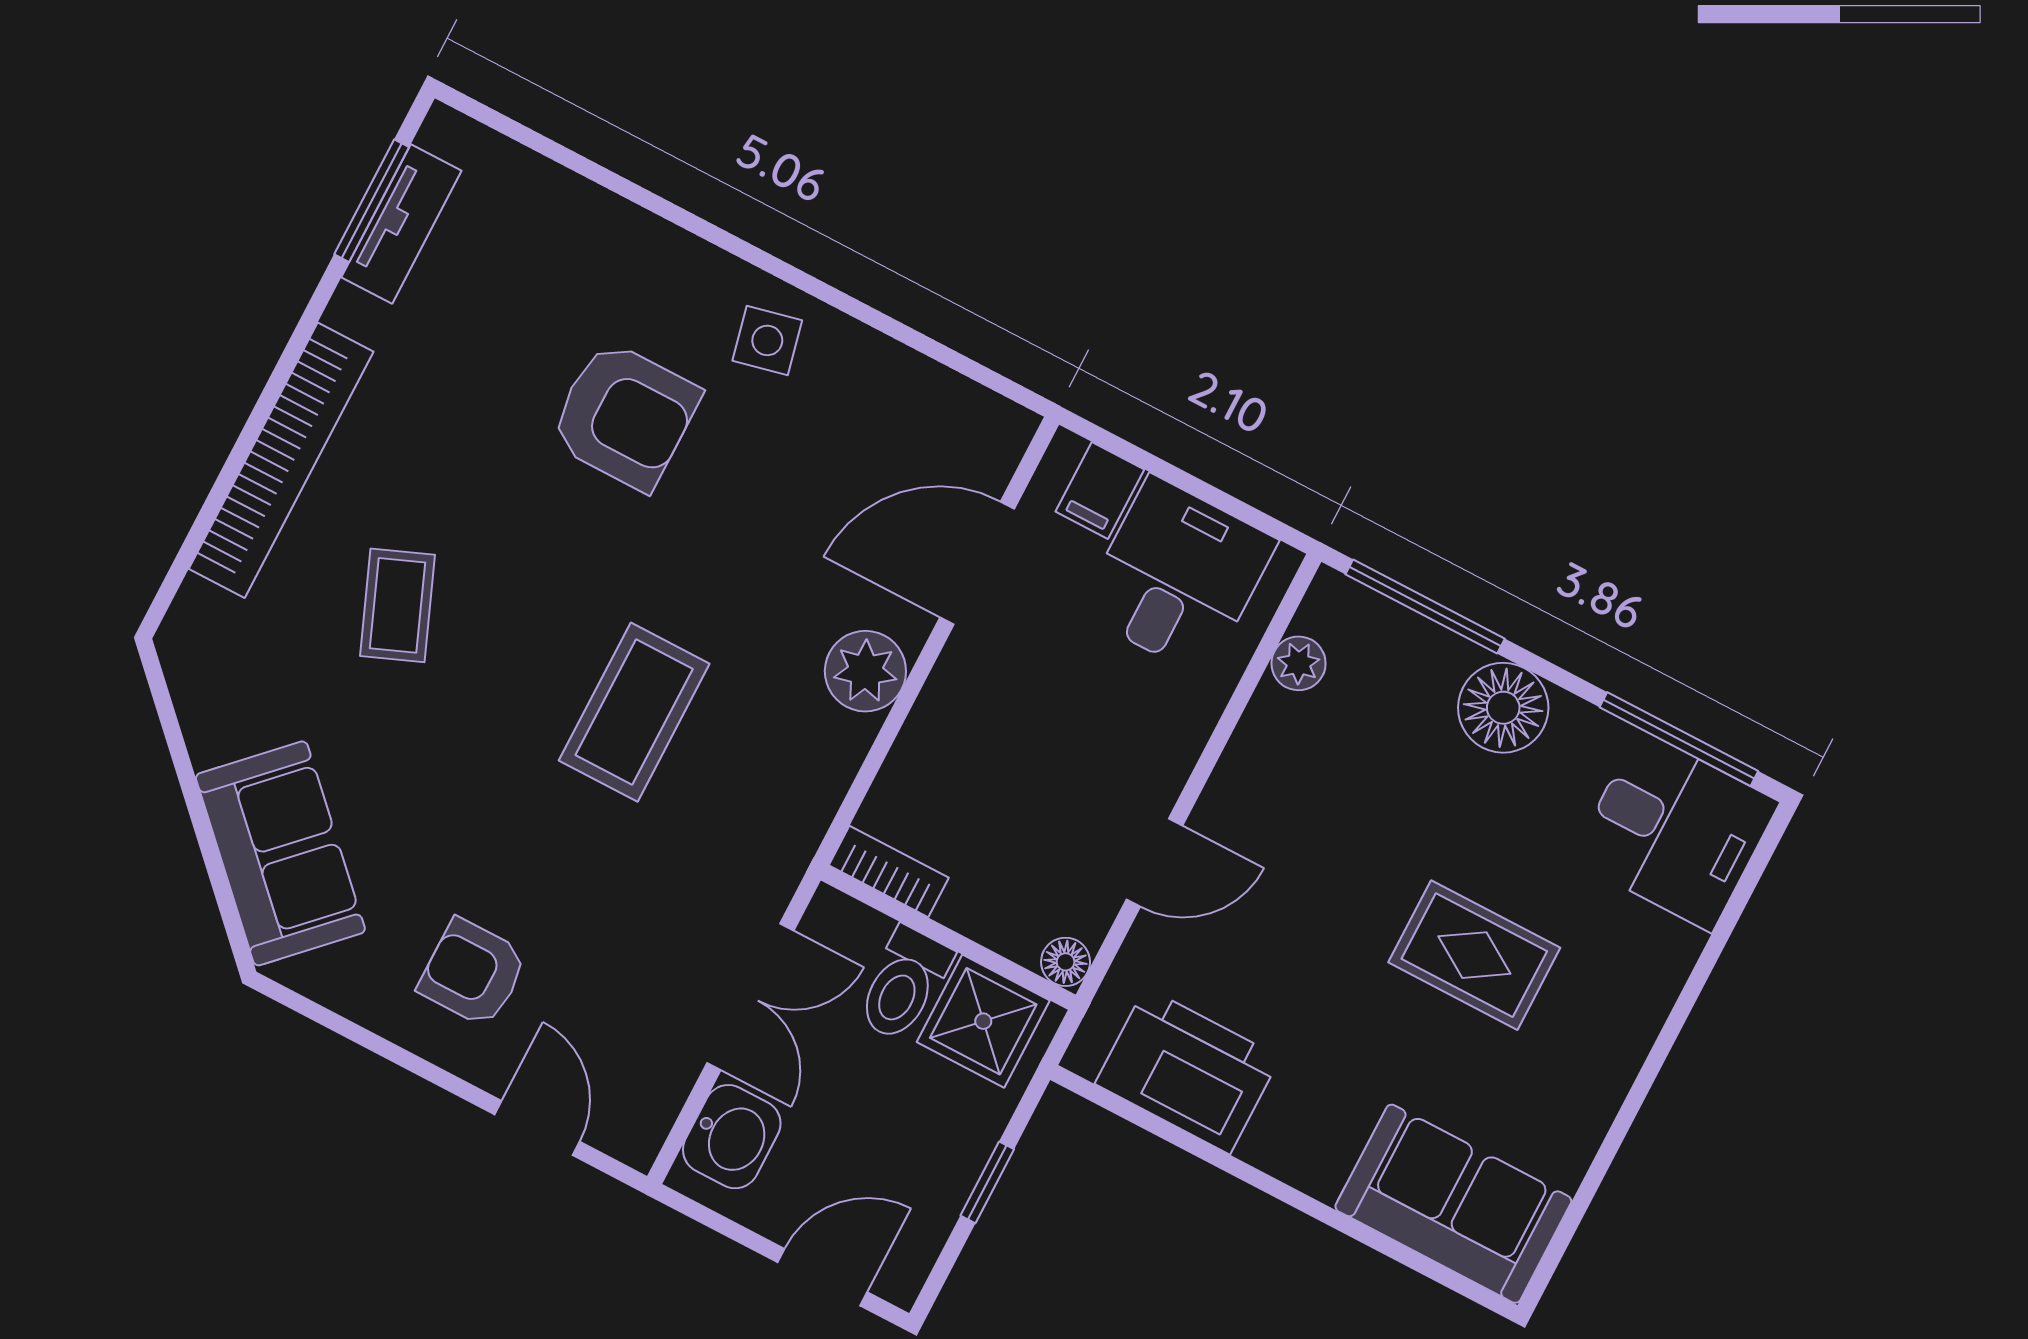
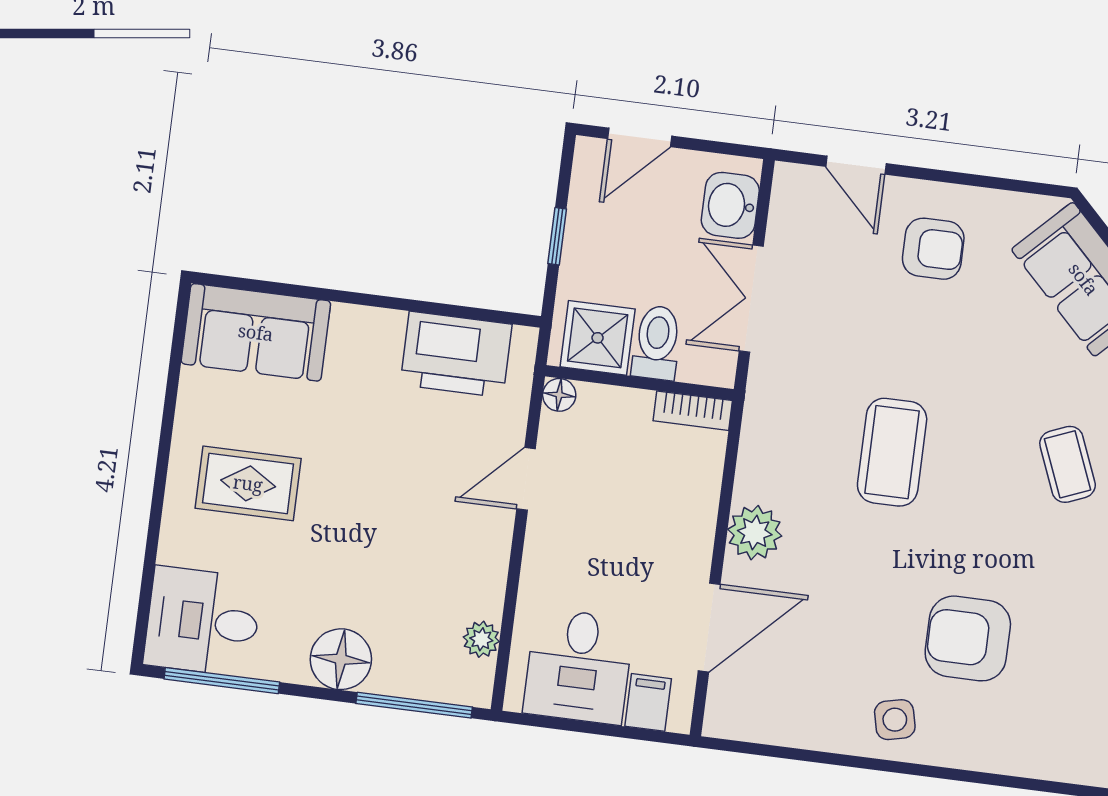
rug: (1474, 955) -> (248, 483), moved

